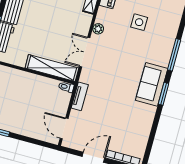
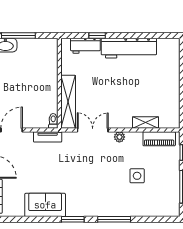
sofa: (152, 84) -> (45, 205), moved

